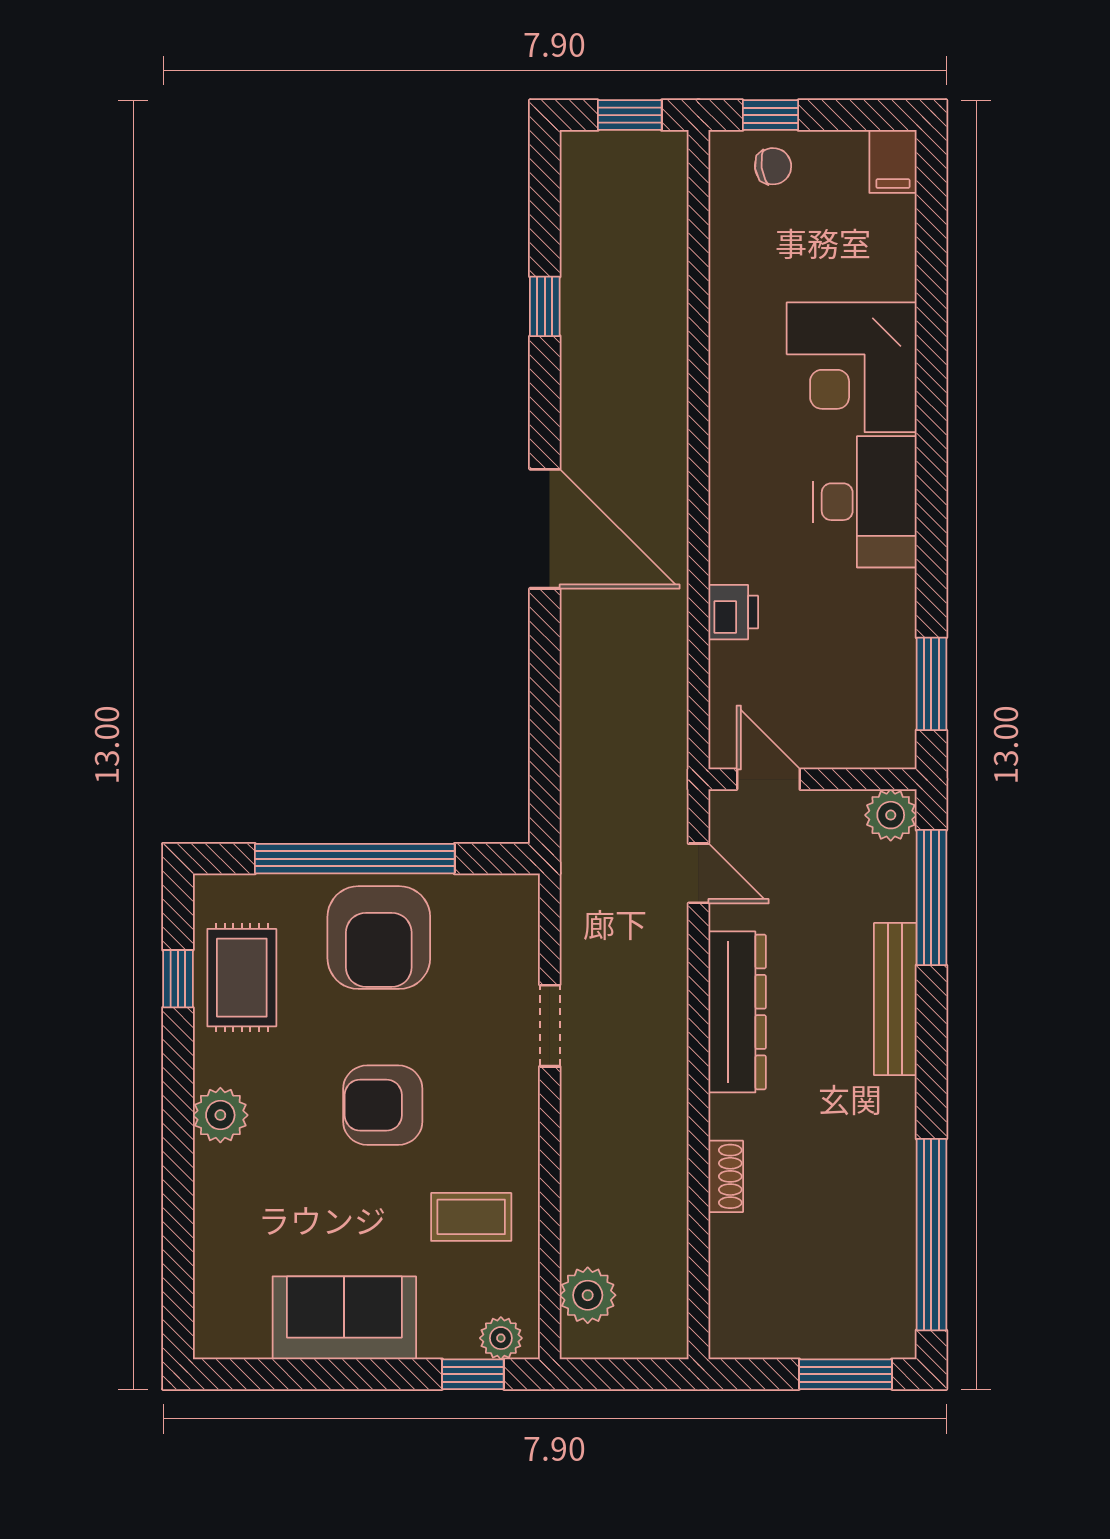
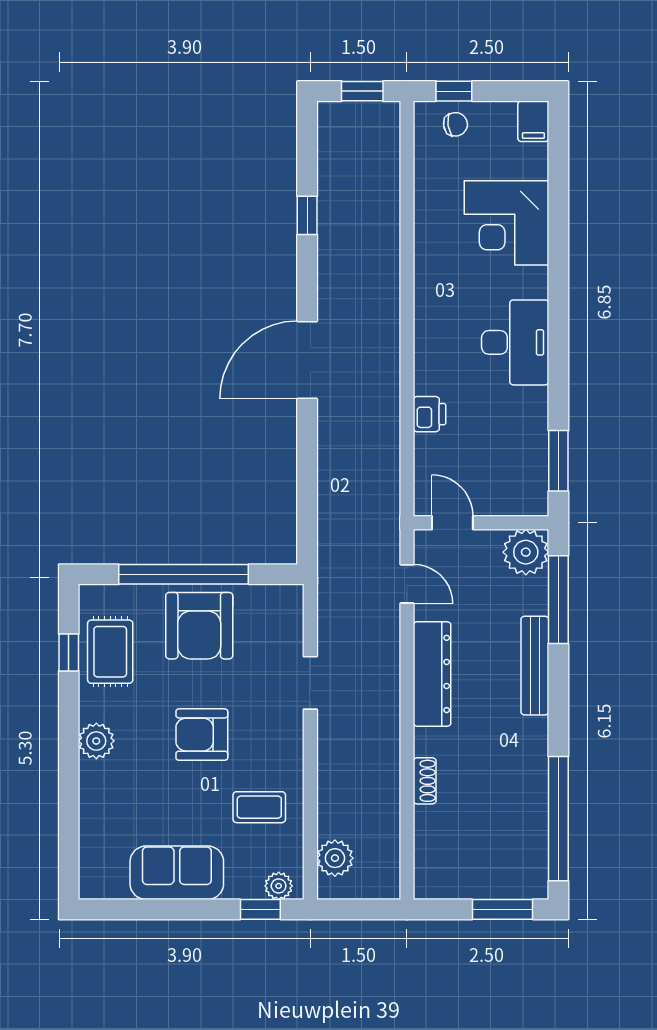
corner desk: (852, 367) -> (506, 223), moved
door: (545, 529) -> (307, 360), swing flipped
plant: (891, 815) -> (526, 552), width x1.36, depth x1.36

